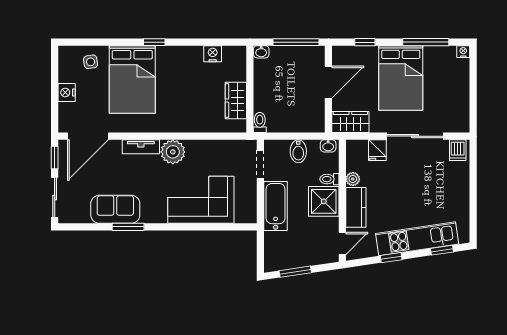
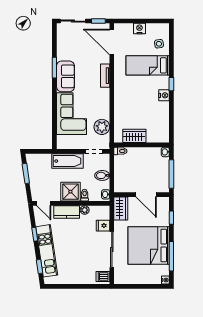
nightstand: (213, 54) -> (164, 95), moved
bed: (401, 78) -> (149, 245), width x1.36
bed: (132, 80) -> (148, 65), width x0.67
plant: (173, 152) -> (102, 127), moved
sofa: (115, 209) -> (65, 76), moved

